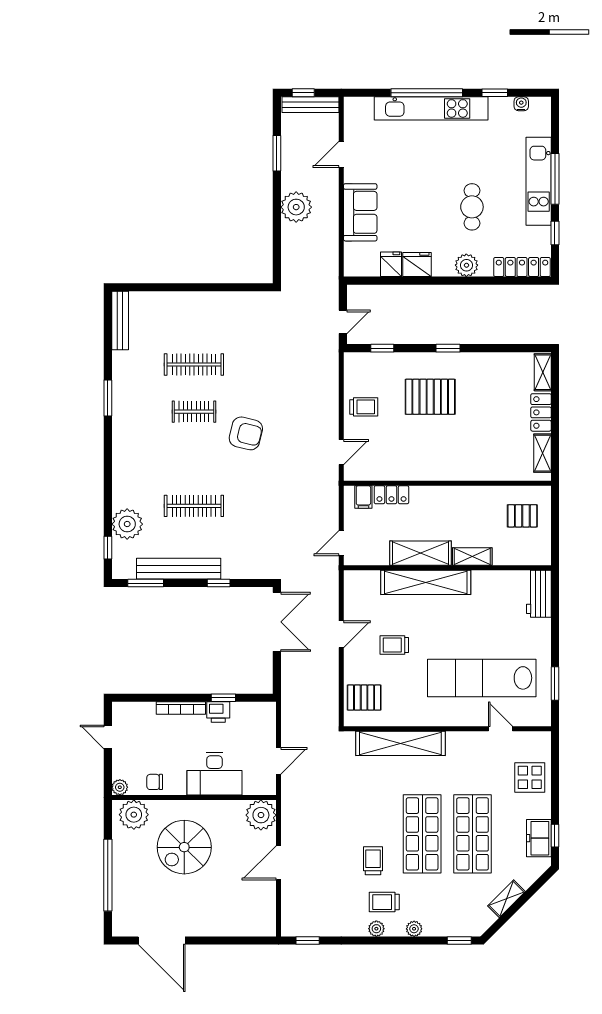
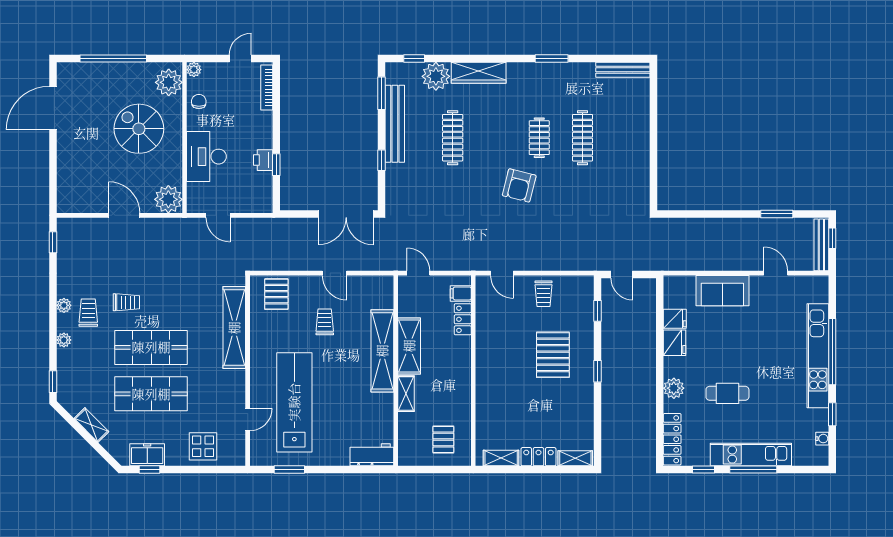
plant: (296, 207) -> (727, 232), removed
wardrobe: (123, 477) -> (479, 73), added
bookcase: (181, 708) -> (267, 88), moved

